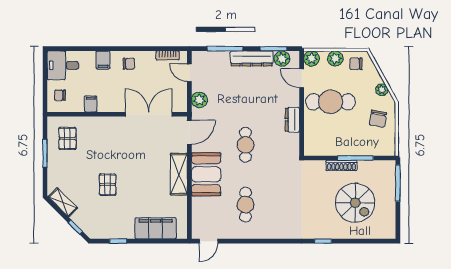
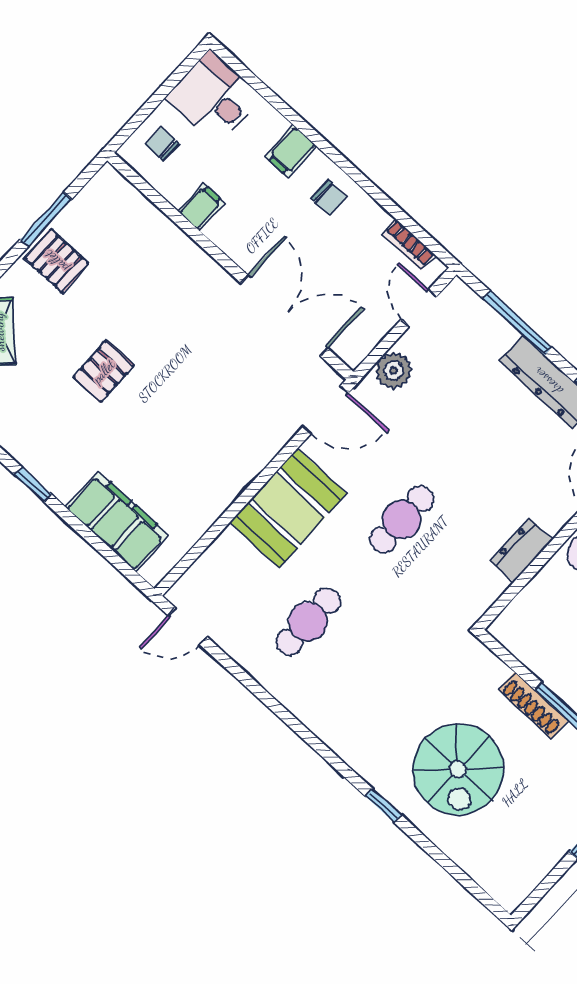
pallet: (67, 138) -> (56, 261), moved, turned 90
shelving: (179, 174) -> (242, 465), removed
spiral stairs: (355, 203) -> (458, 769), moved

